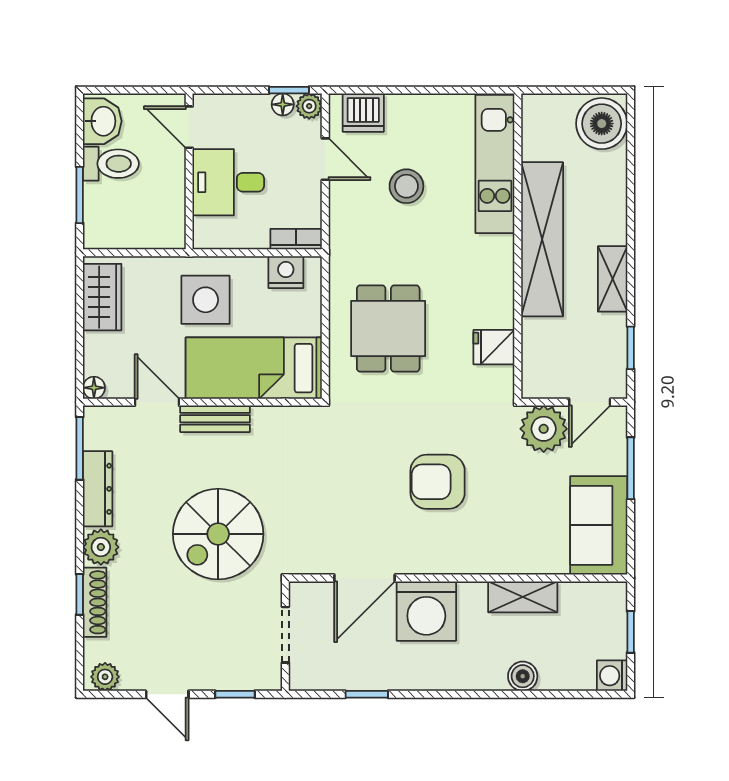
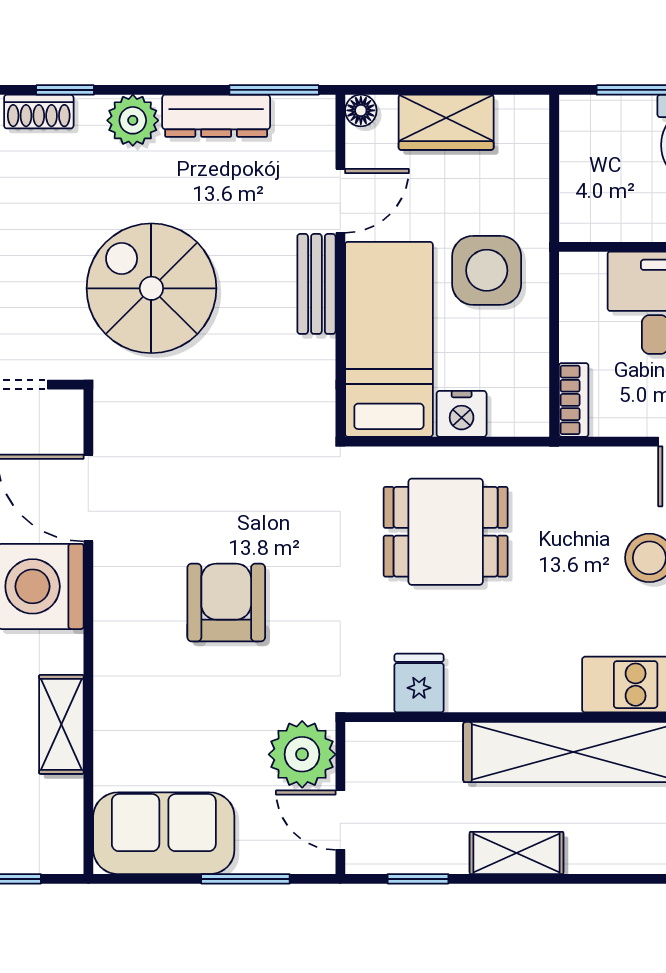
nightstand: (286, 272) -> (462, 414), moved, turned 90
wardrobe: (102, 297) -> (446, 122), moved
shoe rack: (95, 602) -> (39, 112), width x0.70

